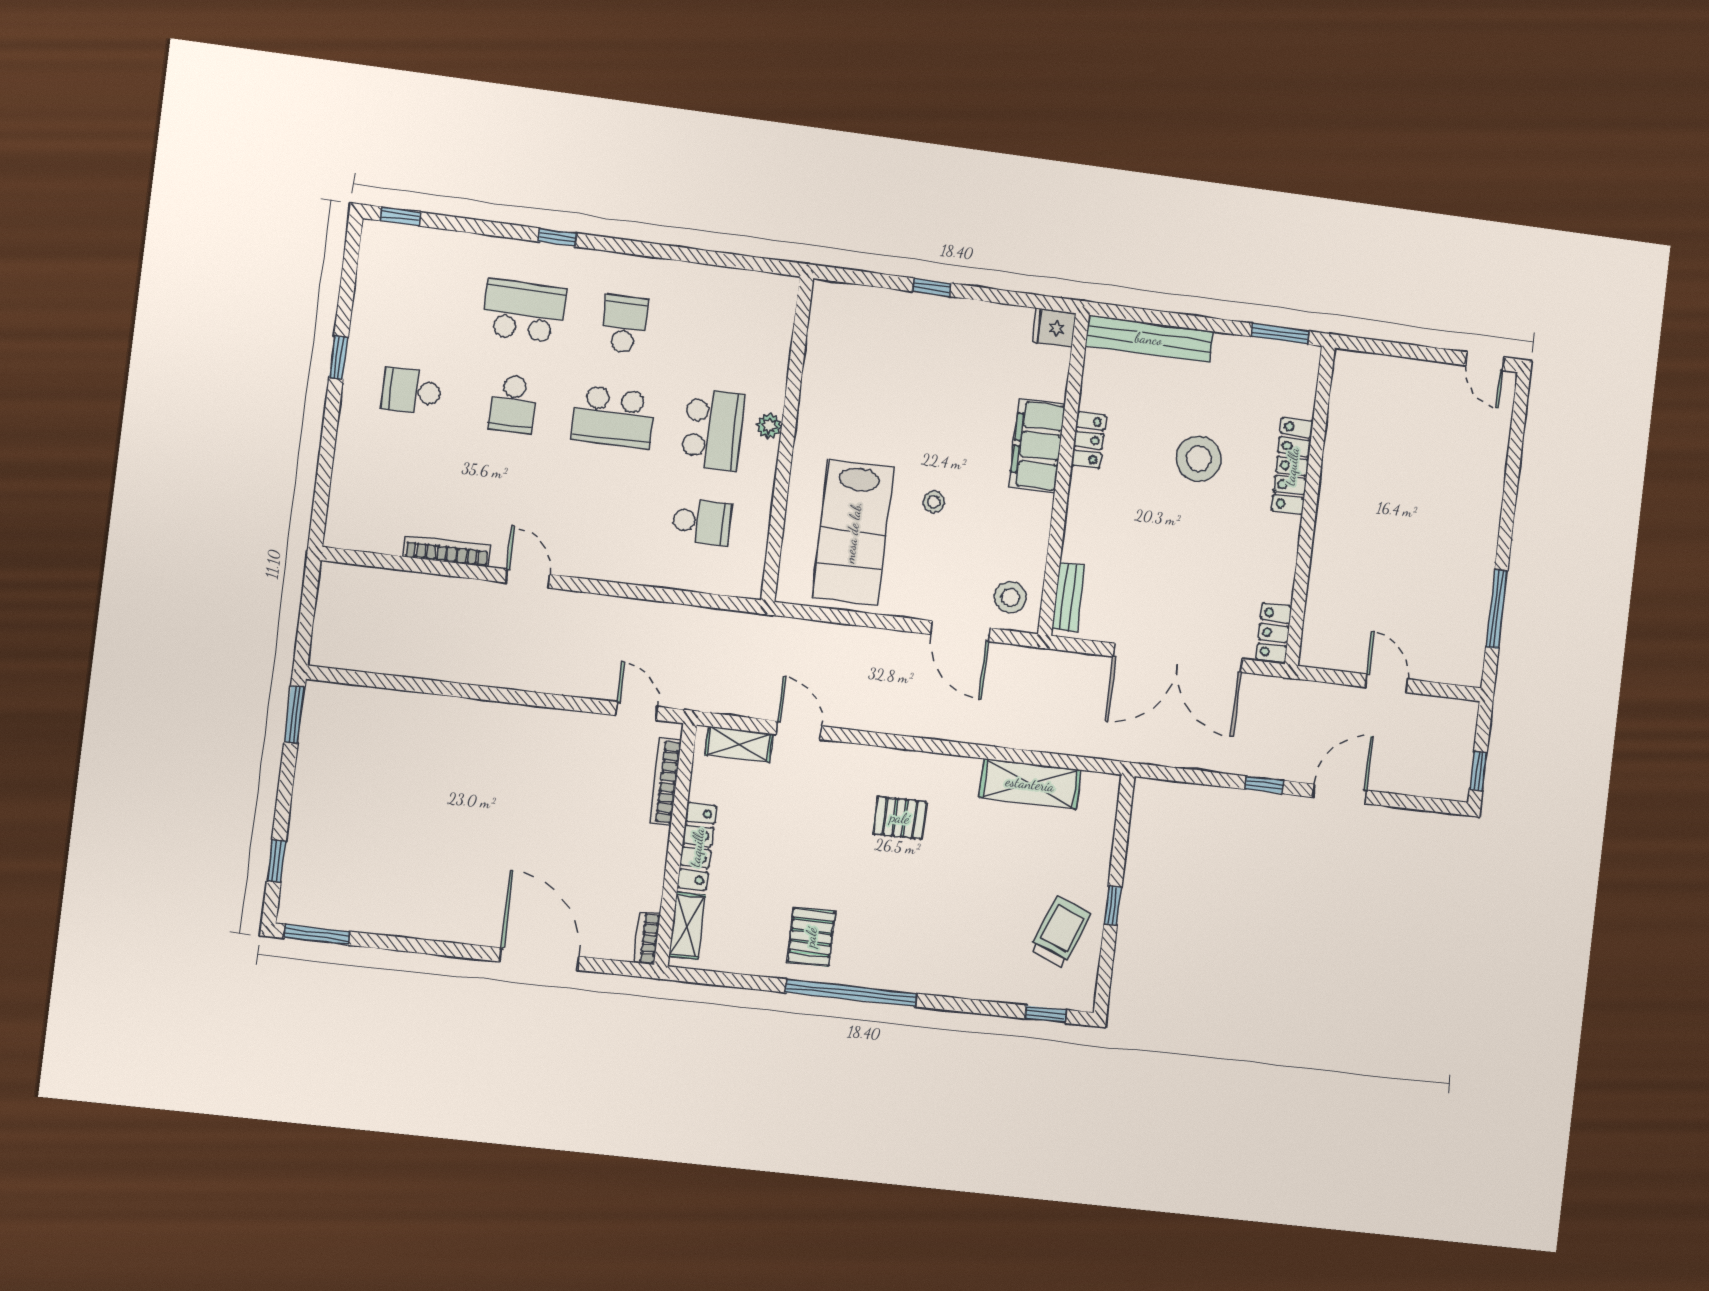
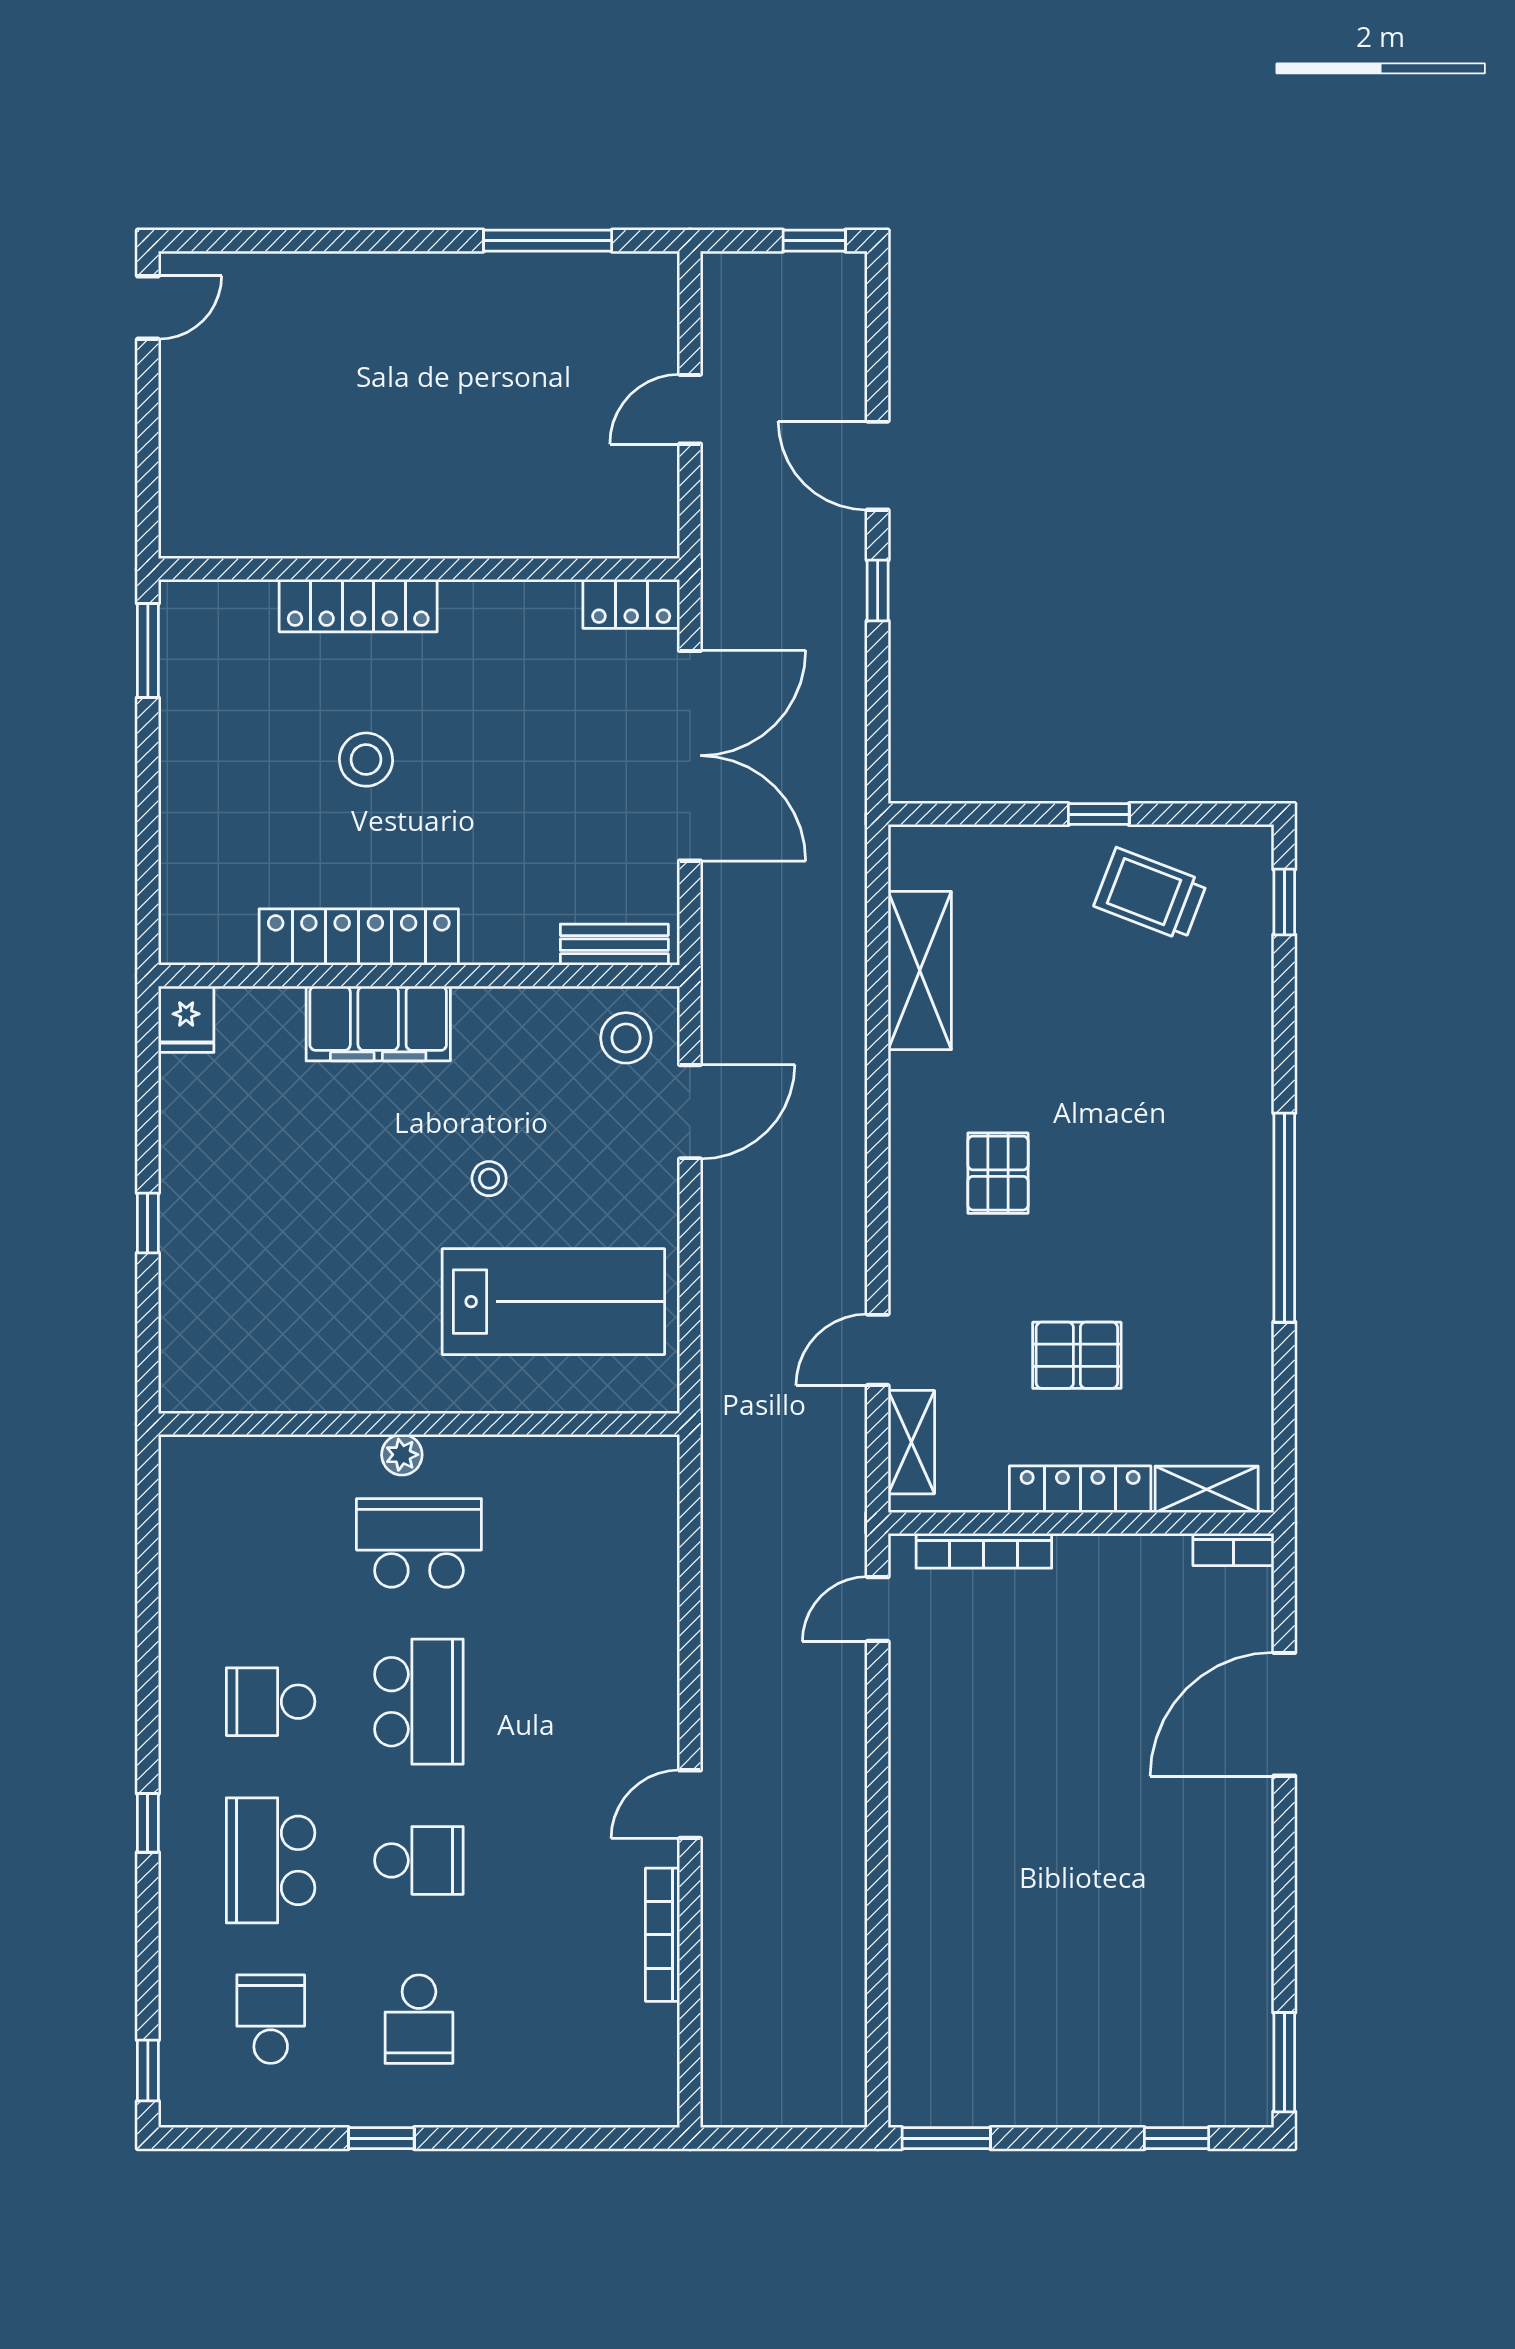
bench: (1149, 339) -> (184, 863), removed
locker: (1089, 440) -> (359, 937), width x2.16, depth x1.21
stool: (1199, 459) -> (366, 760), width x0.73, depth x0.73
school desk: (702, 522) -> (271, 2019), moved
pallet: (811, 937) -> (1077, 1355), moved

